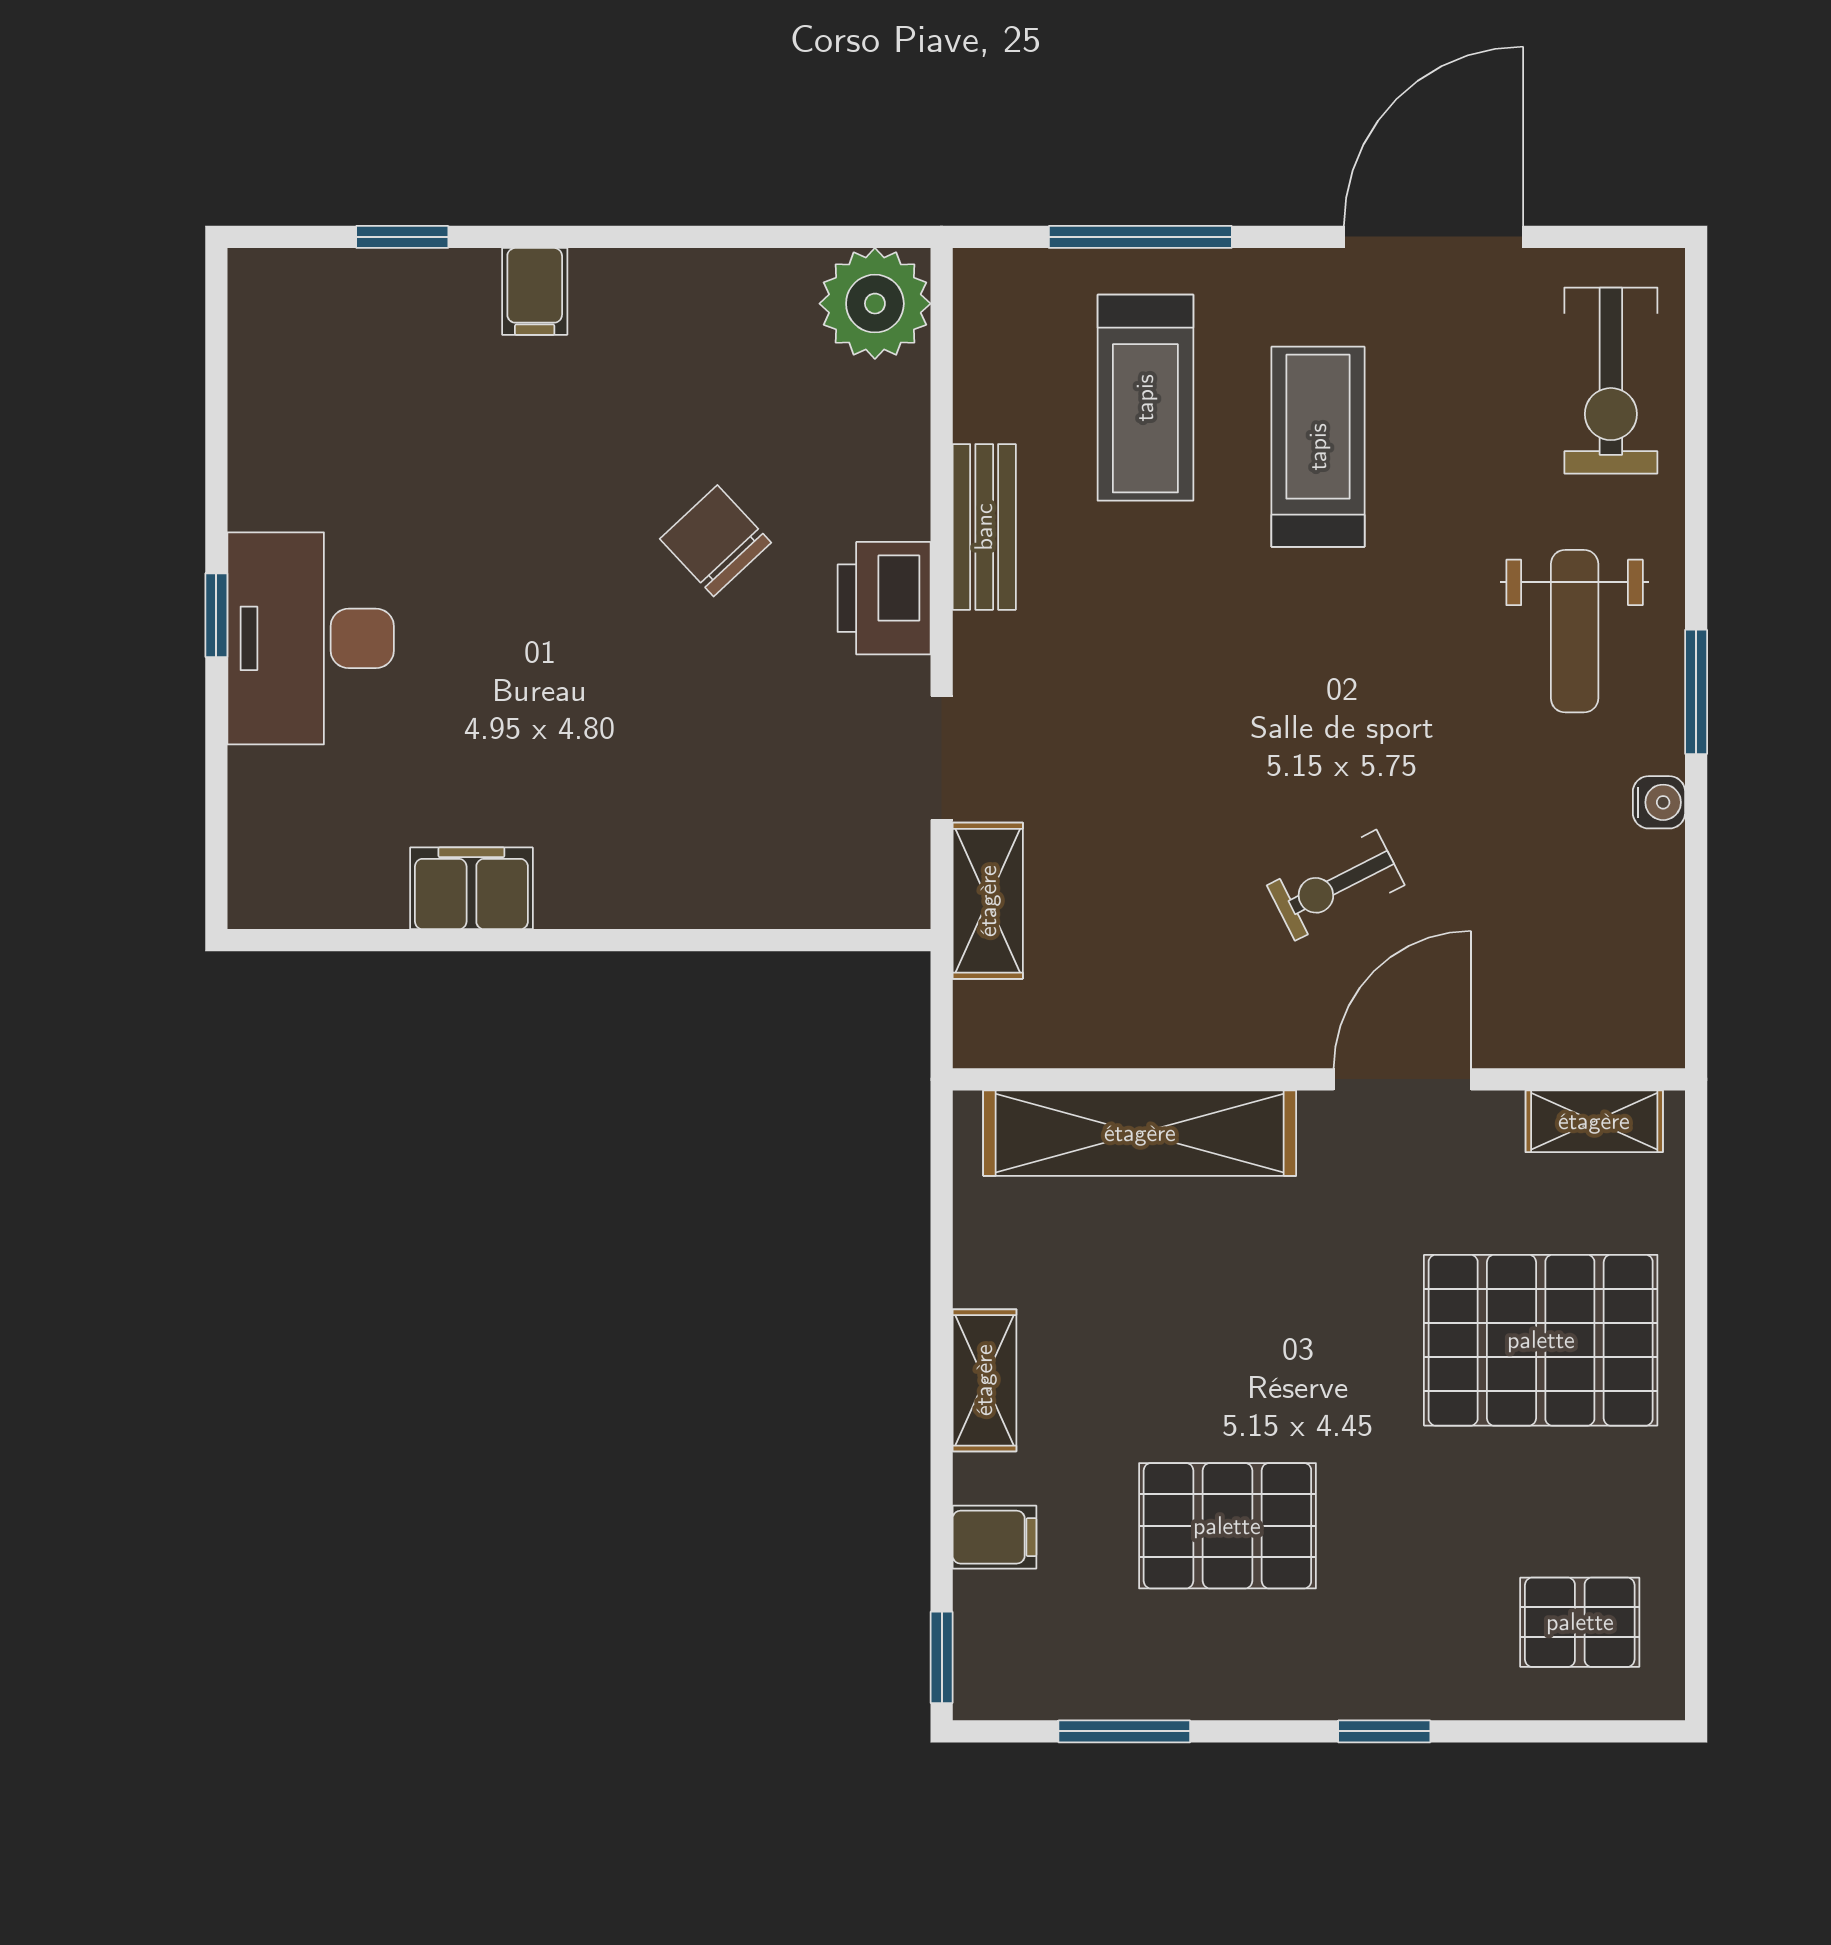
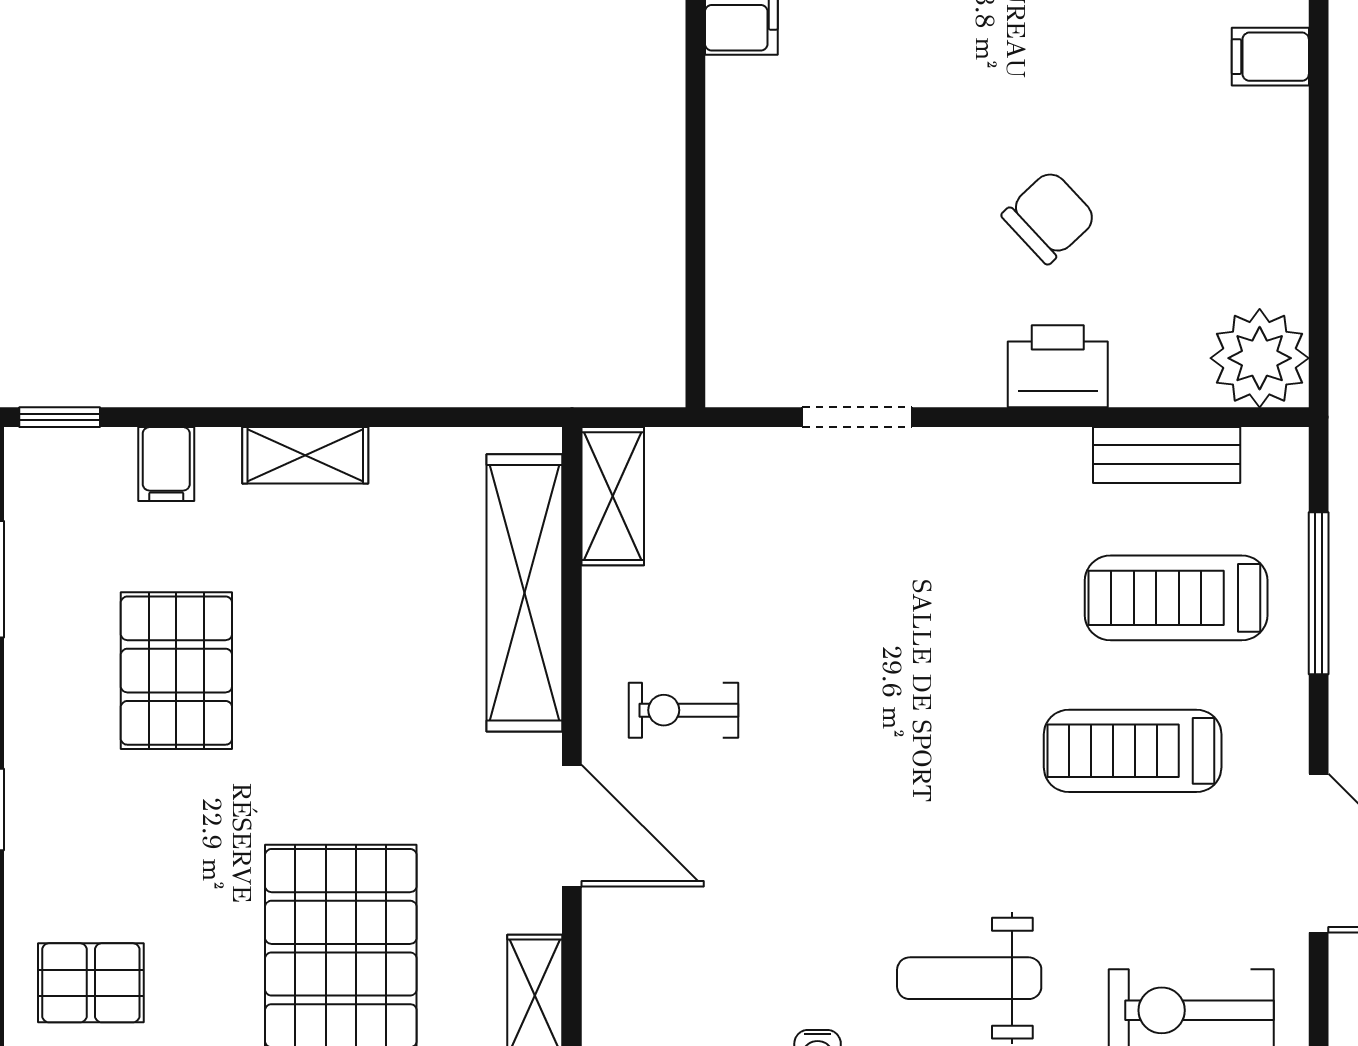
treadmill: (1318, 447) -> (1133, 751), turned 180
bench: (984, 527) -> (1167, 455), moved
printer: (884, 598) -> (1058, 366), moved
exercise bike: (1336, 885) -> (683, 710), moved, turned -63
shelving: (988, 901) -> (613, 496), moved, turned 90
pallet: (1580, 1622) -> (91, 983), turned 90

